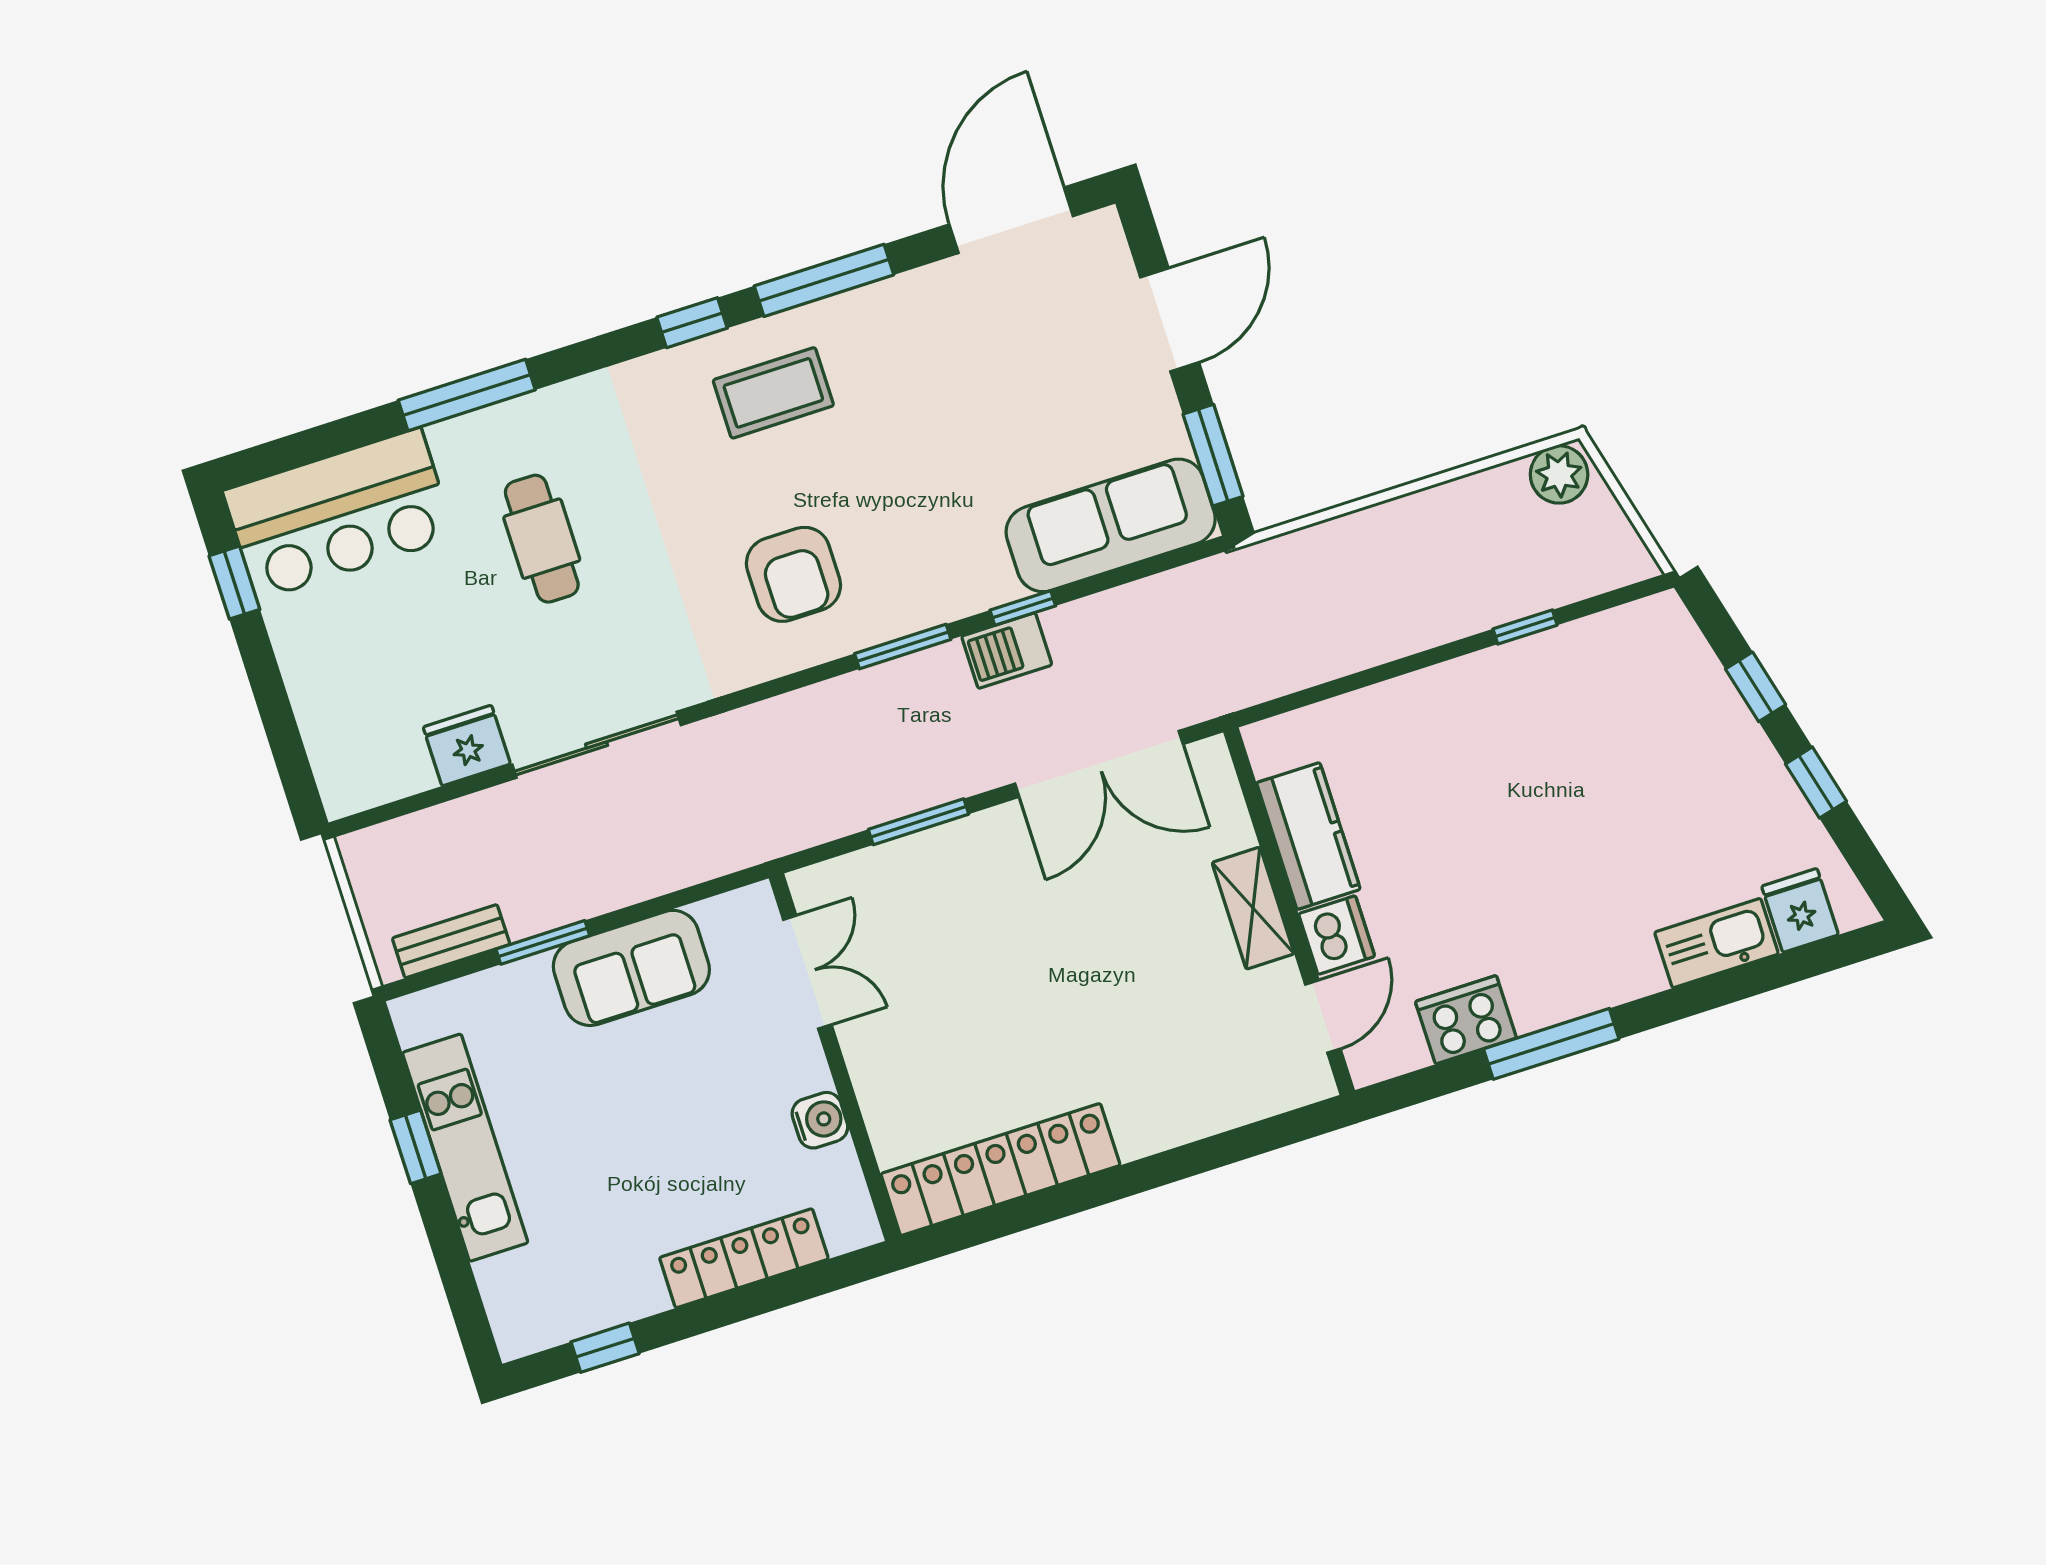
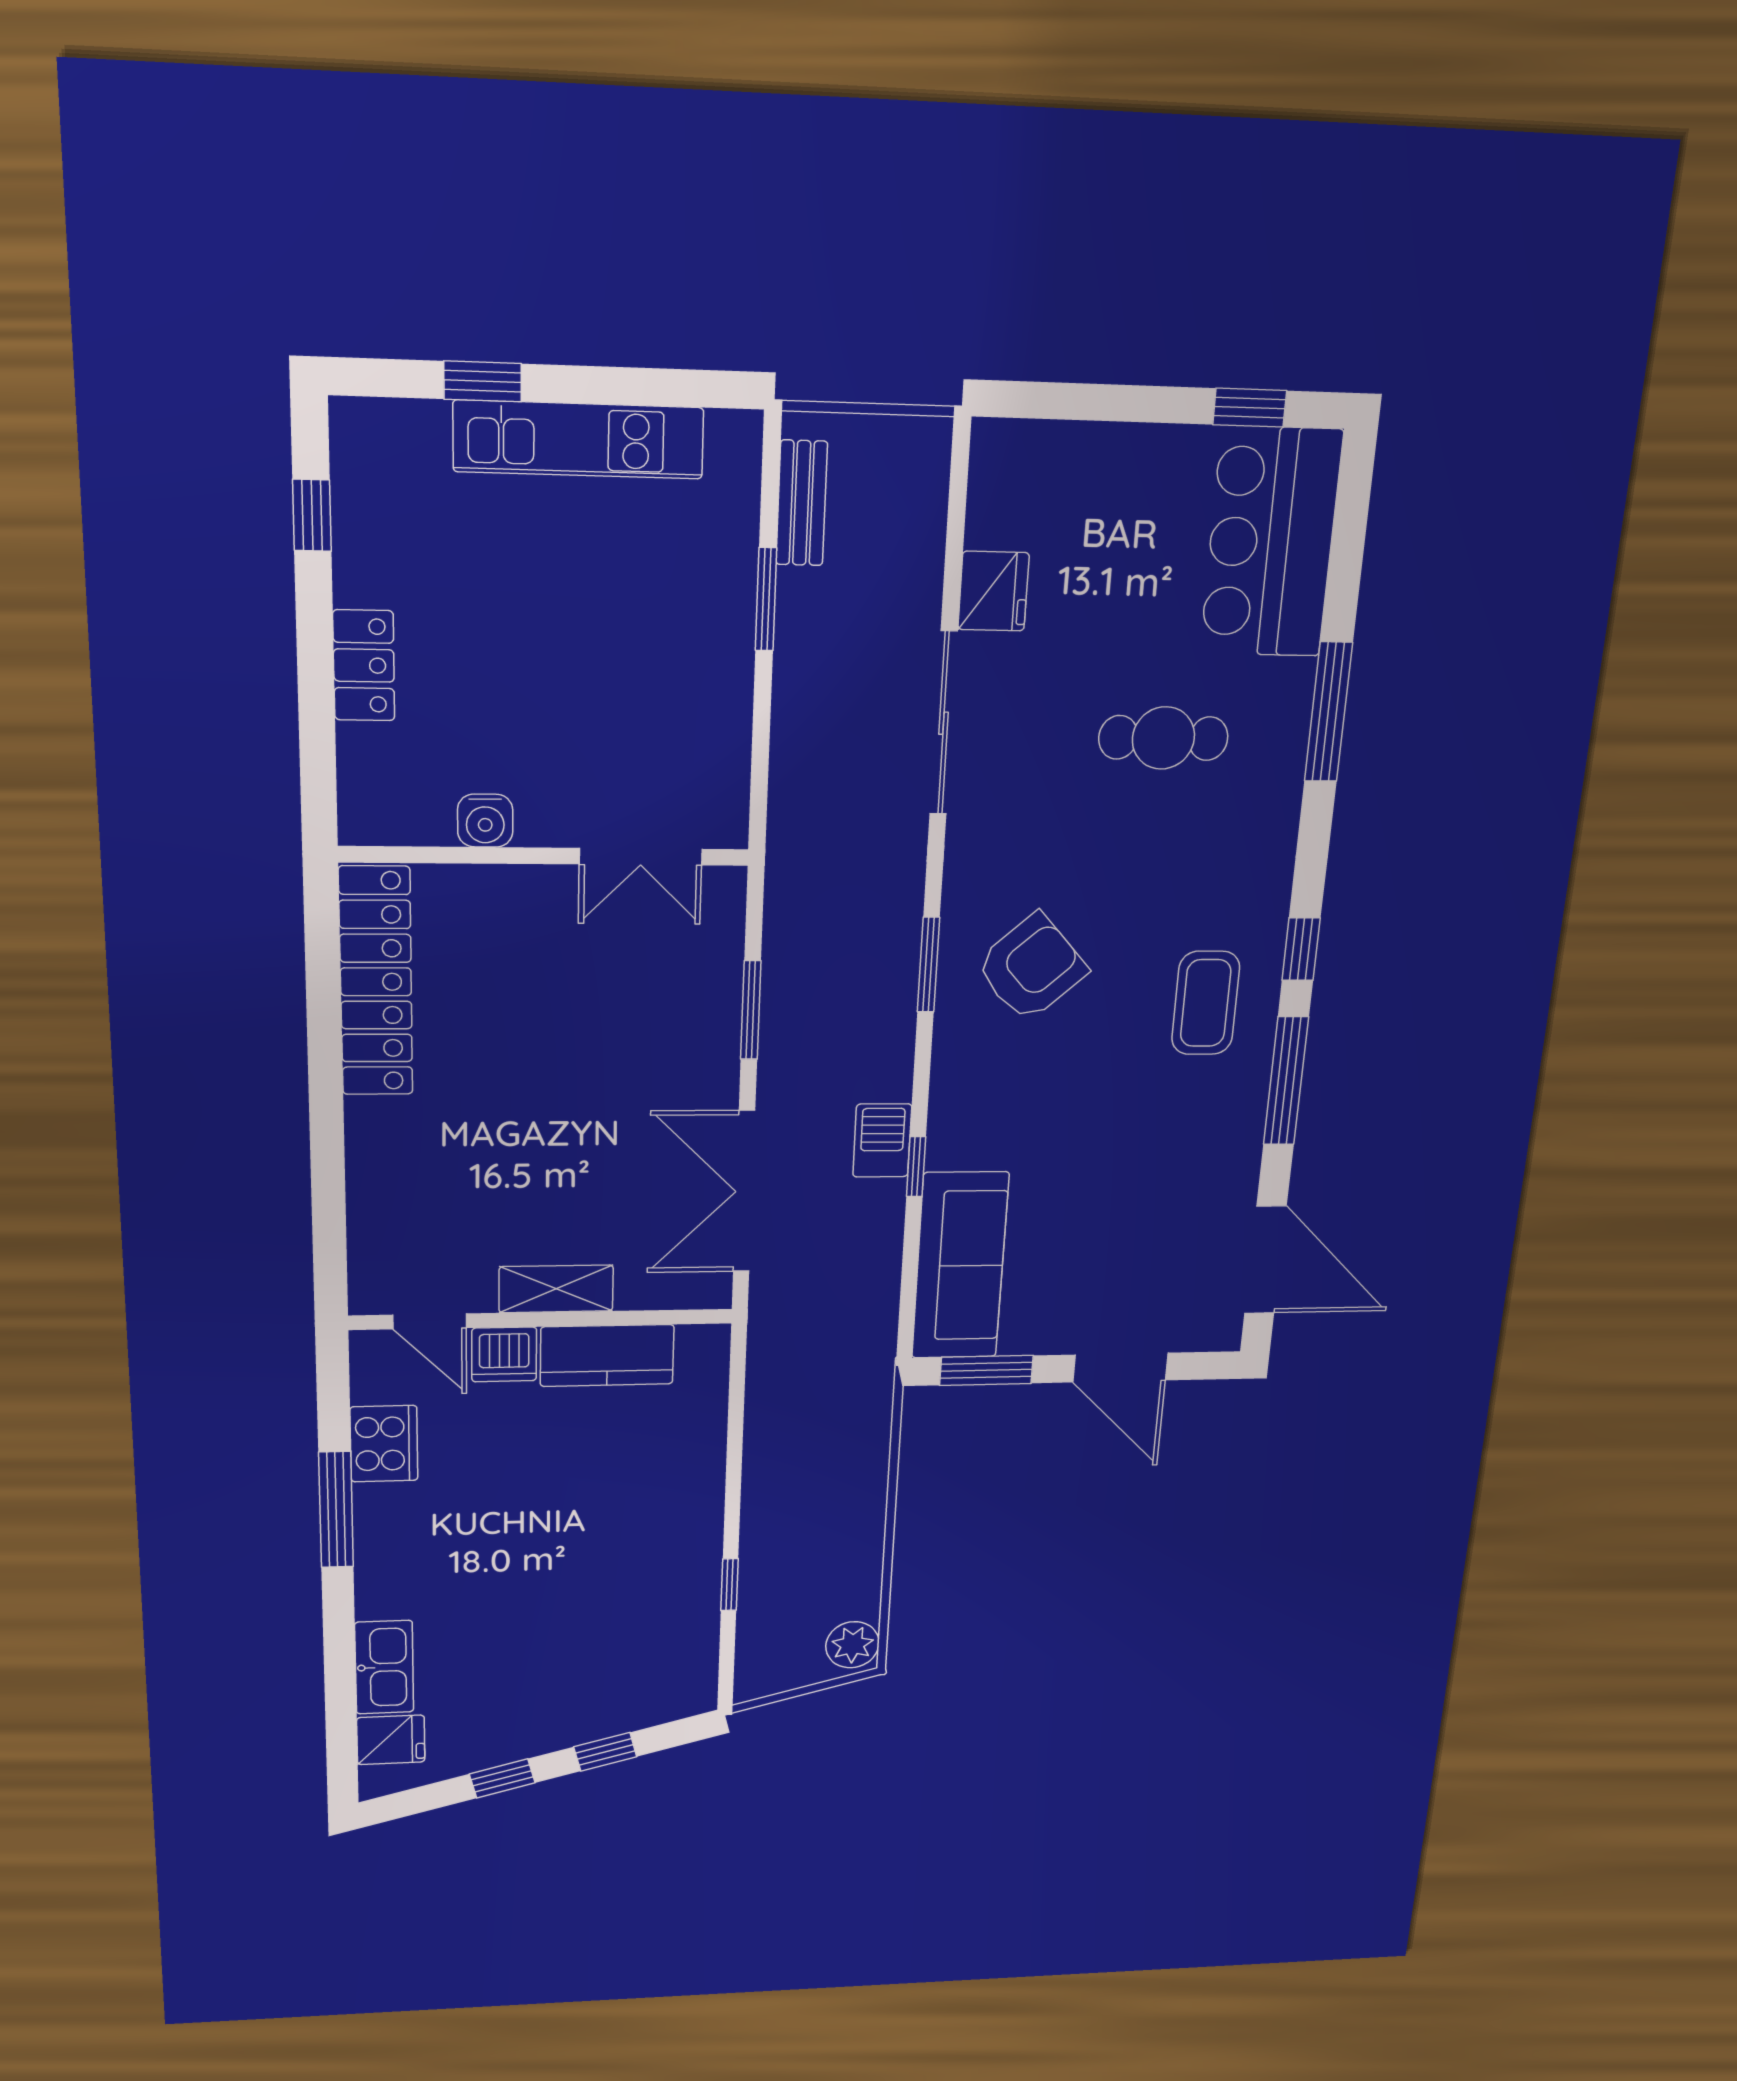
armchair: (793, 574) -> (1032, 968), turned 138
window: (903, 647) -> (929, 965), moved
sofa: (631, 968) -> (707, 682), removed
window: (416, 1147) -> (483, 381), moved
locker: (744, 1258) -> (364, 665), width x0.66

